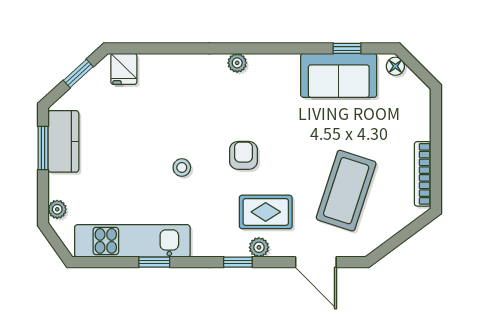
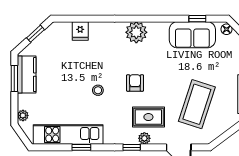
plant: (237, 63) -> (136, 32), width x1.88, depth x1.88
fridge: (124, 69) -> (80, 31), moved

